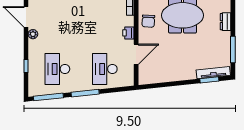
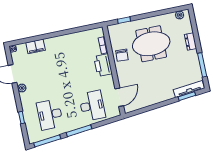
printer: (128, 33) -> (103, 65), width x1.87, depth x1.48
door: (136, 54) -> (119, 97), moved
desk: (105, 69) -> (92, 106), turned 180

